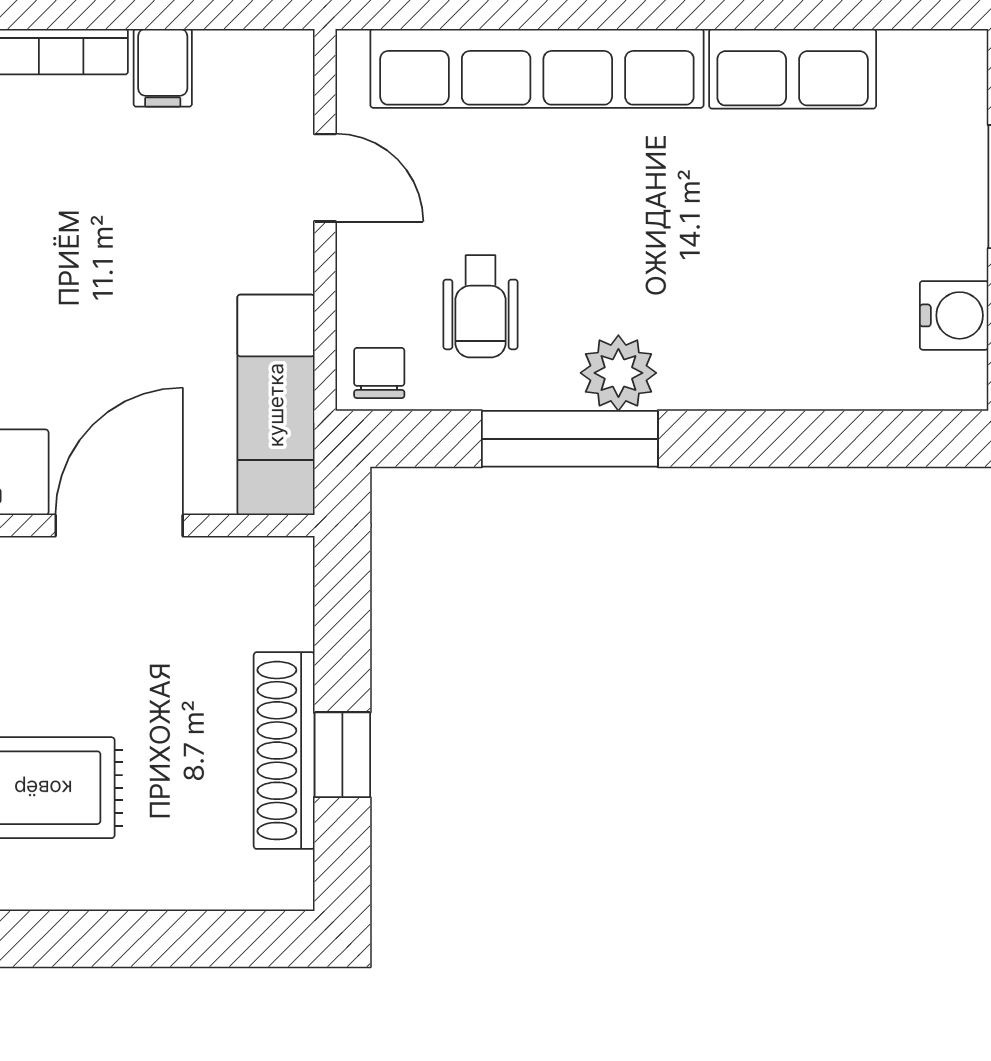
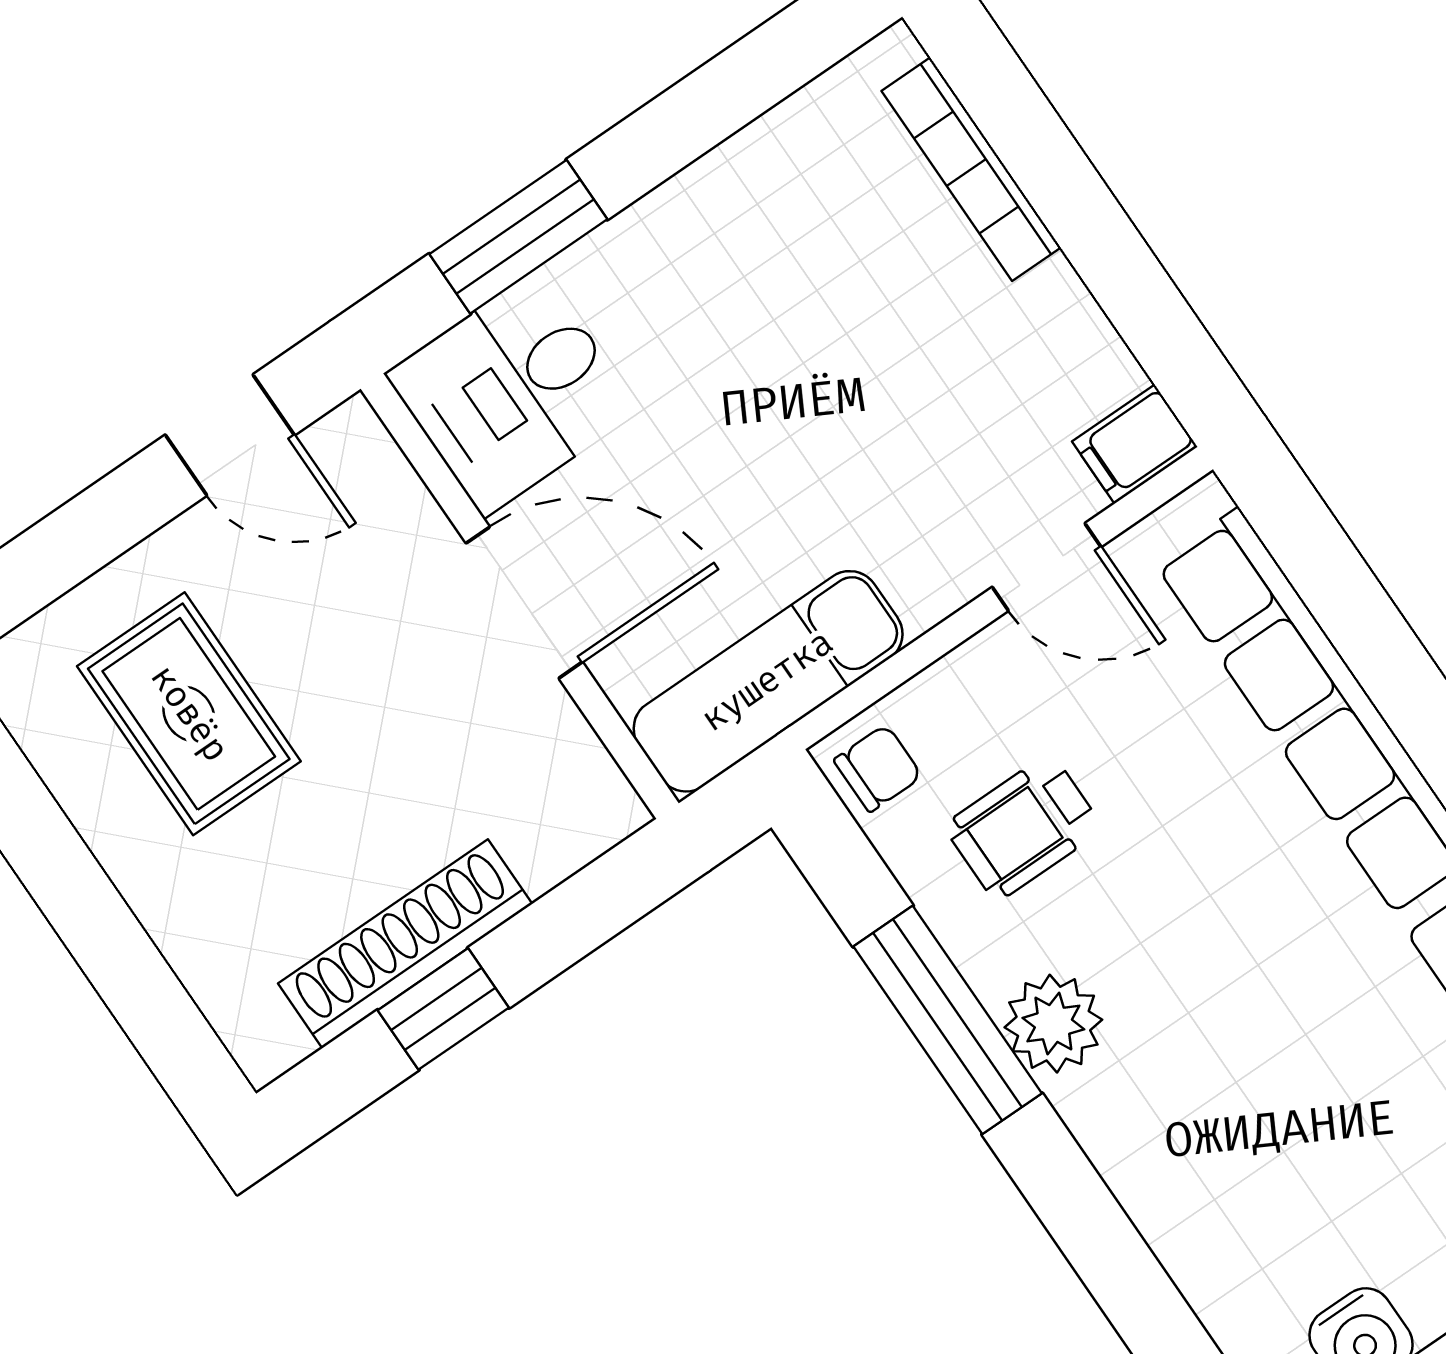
filing cabinet: (163, 68) -> (1135, 444), moved
door: (325, 178) -> (1047, 567), hinge flipped

